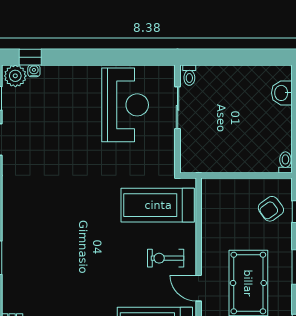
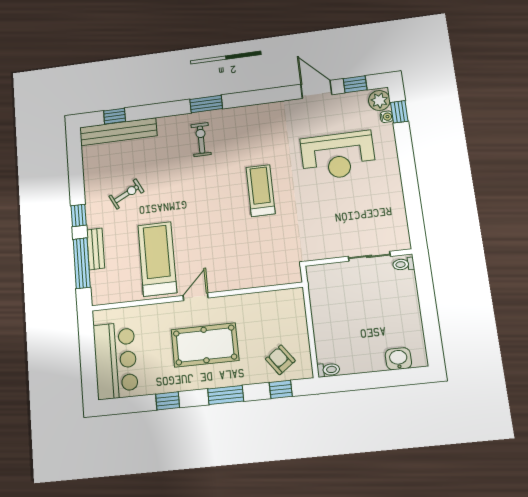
reception desk: (125, 105) -> (338, 156), moved
treadmill: (158, 205) -> (261, 191), moved, width x0.73, depth x0.73
exercise bike: (166, 258) -> (201, 140), moved

